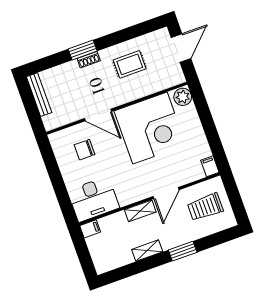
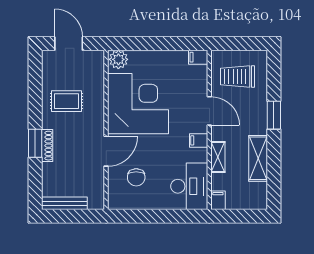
shoe rack: (89, 60) -> (47, 146), width x1.43
rug: (130, 64) -> (67, 101), turned 90
filing cabinet: (137, 193) -> (199, 140), added
trolley: (205, 207) -> (237, 76), turned 90
shelving: (140, 211) -> (218, 157), moved
shelving: (147, 251) -> (258, 158), width x1.50, depth x1.33

